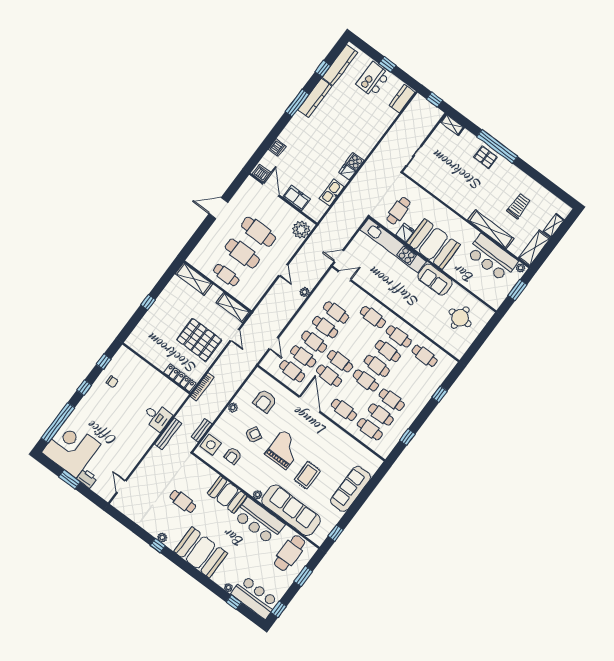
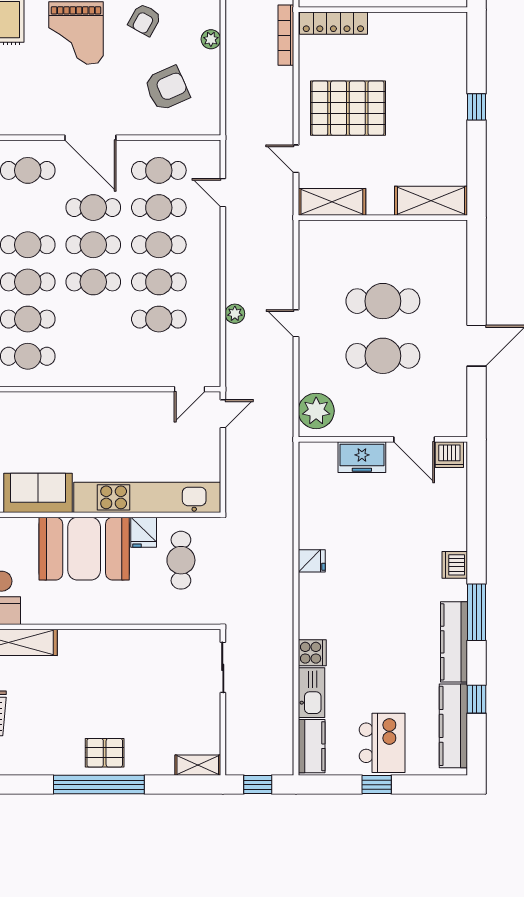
dishwasher: (277, 148) -> (455, 565), moved
cooker: (355, 161) -> (312, 653), moved
kitchen sink: (332, 193) -> (311, 693), moved
cafe table: (226, 275) -> (383, 246), removed
cafe table: (373, 317) -> (93, 282), moved
armchair: (265, 401) -> (167, 88), turned 66

